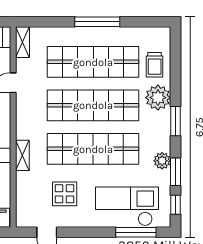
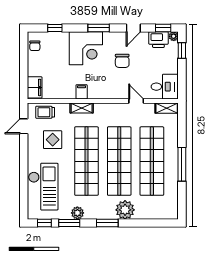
trolley: (155, 65) -> (45, 112), moved
window: (136, 232) -> (24, 193), removed

